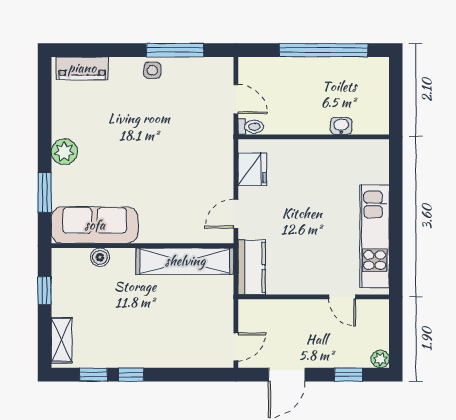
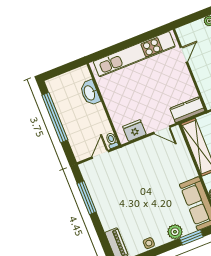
side table: (152, 70) -> (149, 243), moved
washbasin: (341, 126) -> (90, 93), width x1.91, depth x1.45
plant: (64, 152) -> (175, 232), moved
kitchen unit: (375, 236) -> (134, 54), width x1.36

